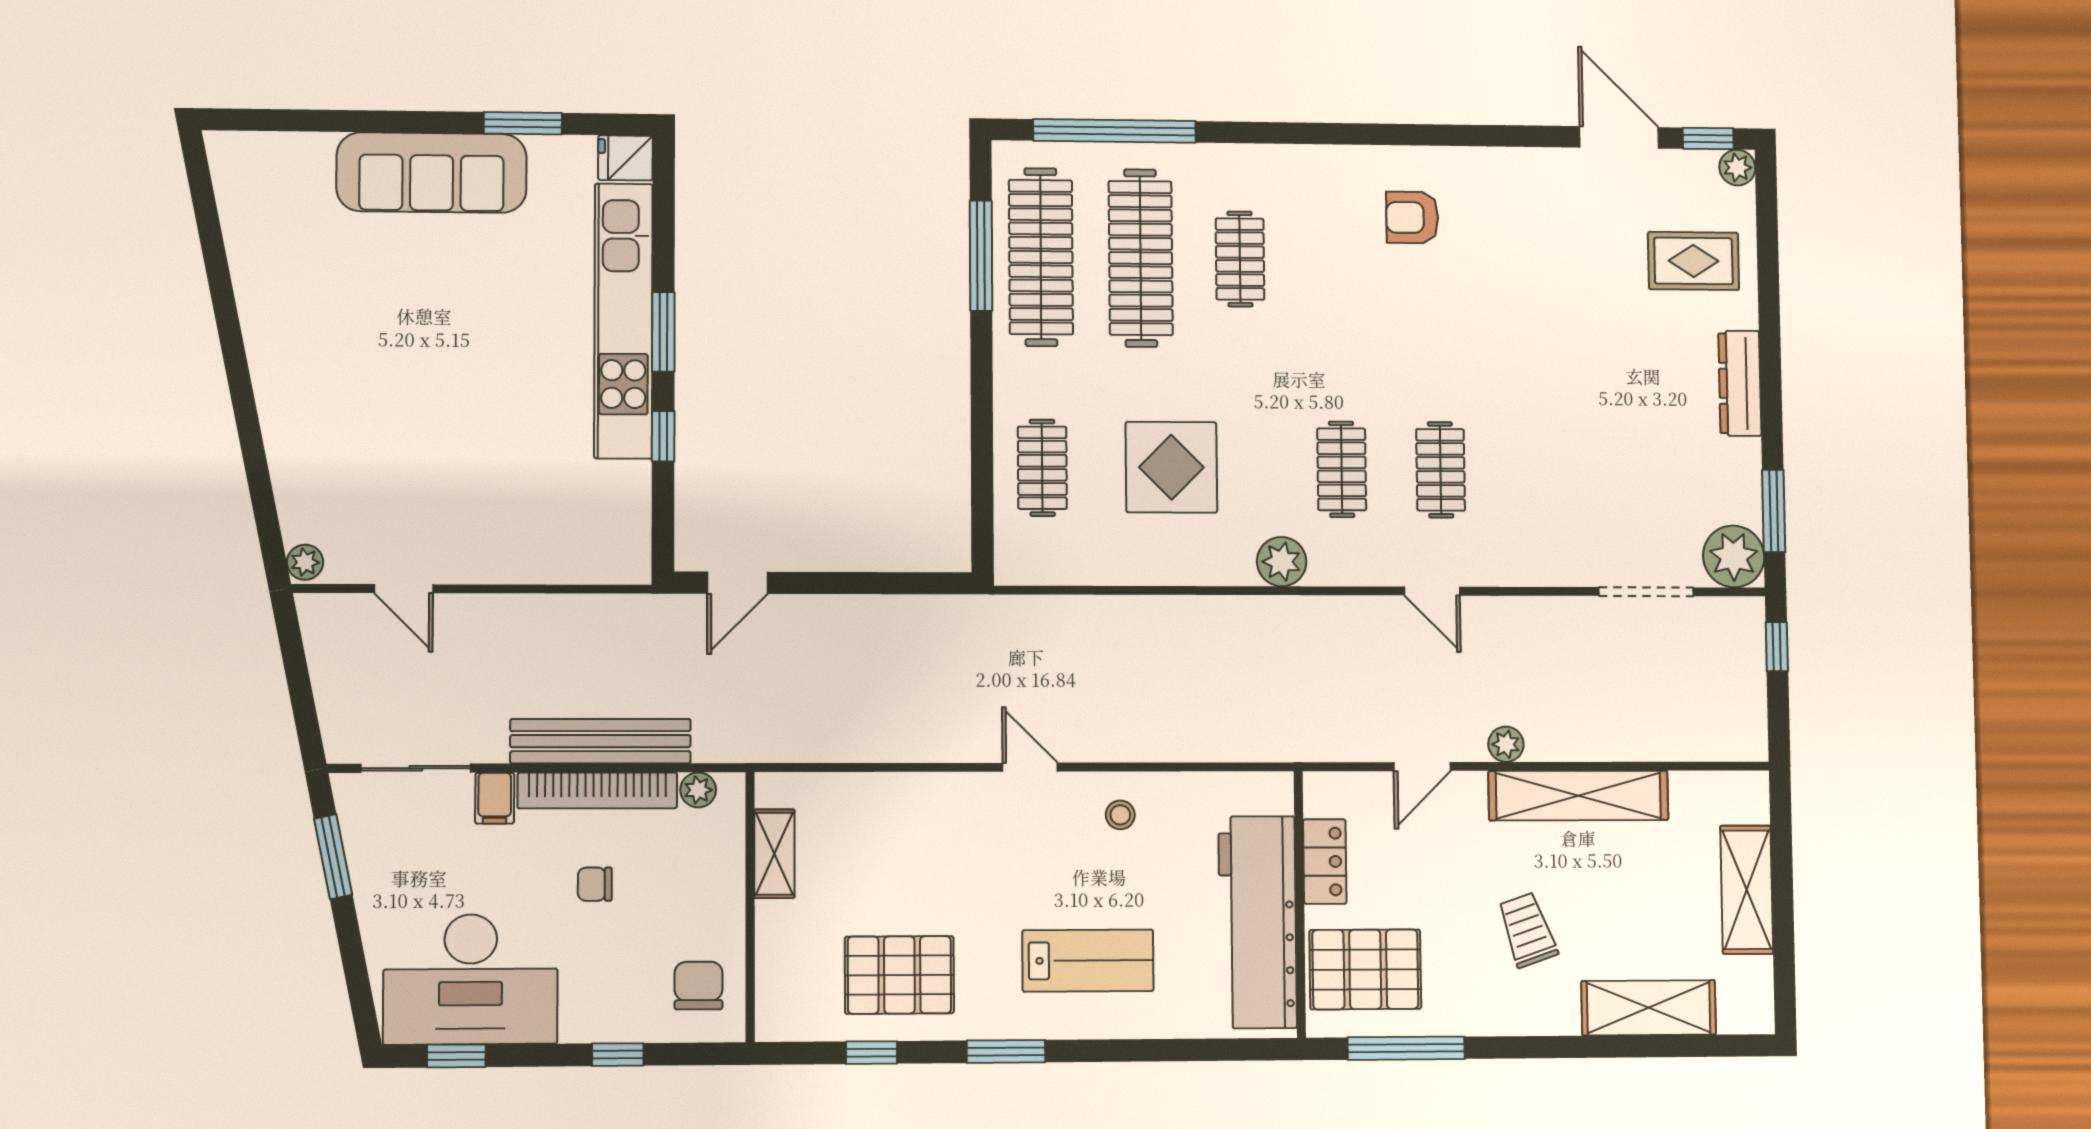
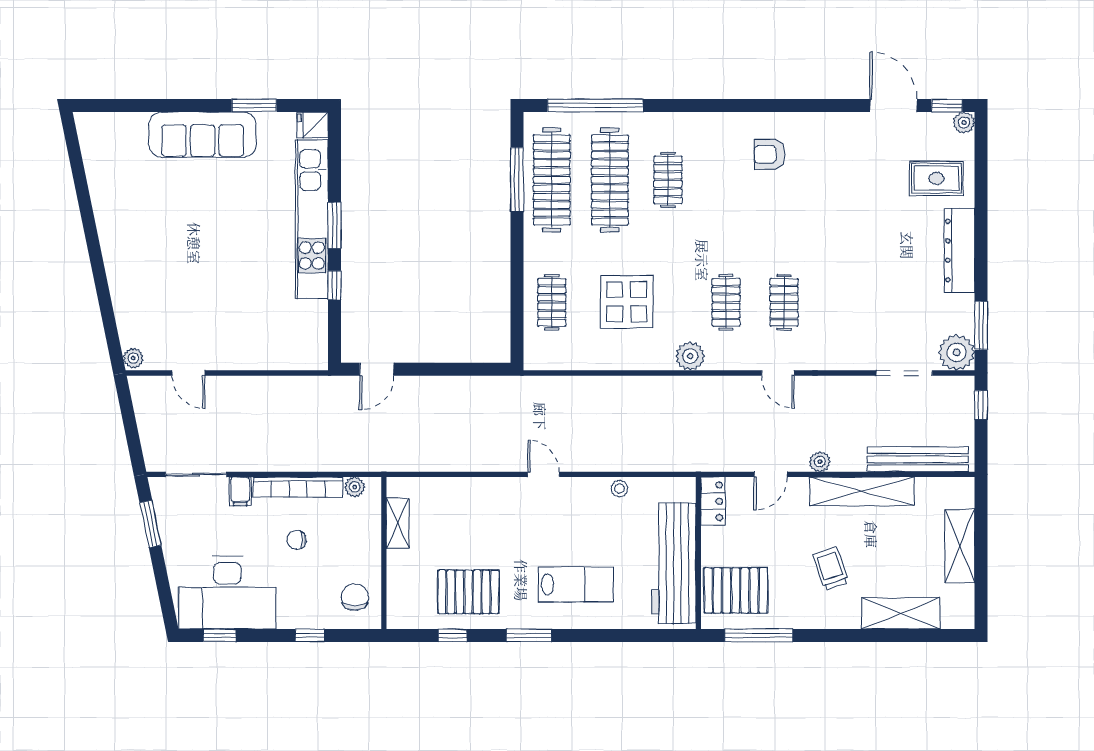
dresser: (1740, 383) -> (960, 251), width x1.37, depth x1.24
bench: (600, 741) -> (918, 459), moved
stool: (1120, 815) -> (619, 489), moved
locker: (1325, 862) -> (713, 501), moved

